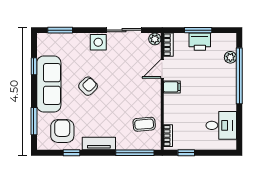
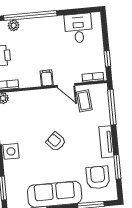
door: (162, 69) -> (66, 85), moved
armchair: (88, 86) -> (56, 142), moved
armchair: (62, 131) -> (98, 177), turned 90
window: (72, 153) -> (117, 167), width x1.50

